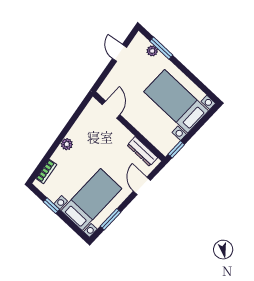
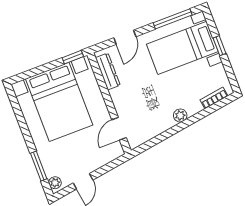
plant: (152, 51) -> (55, 183), moved
bed with nightstands: (176, 101) -> (59, 102), width x1.36
window: (51, 206) -> (219, 46), moved
window: (110, 219) -> (173, 19), width x1.44

